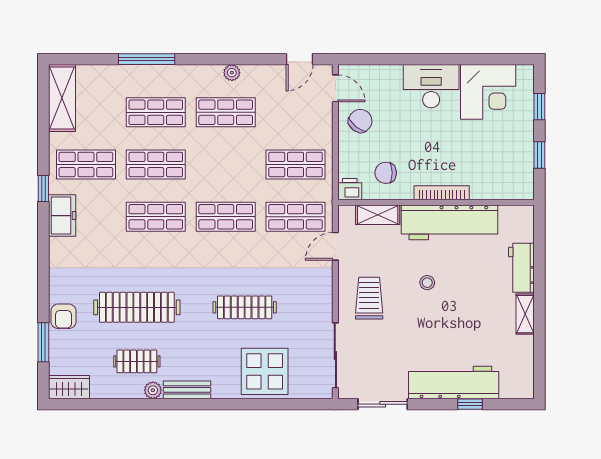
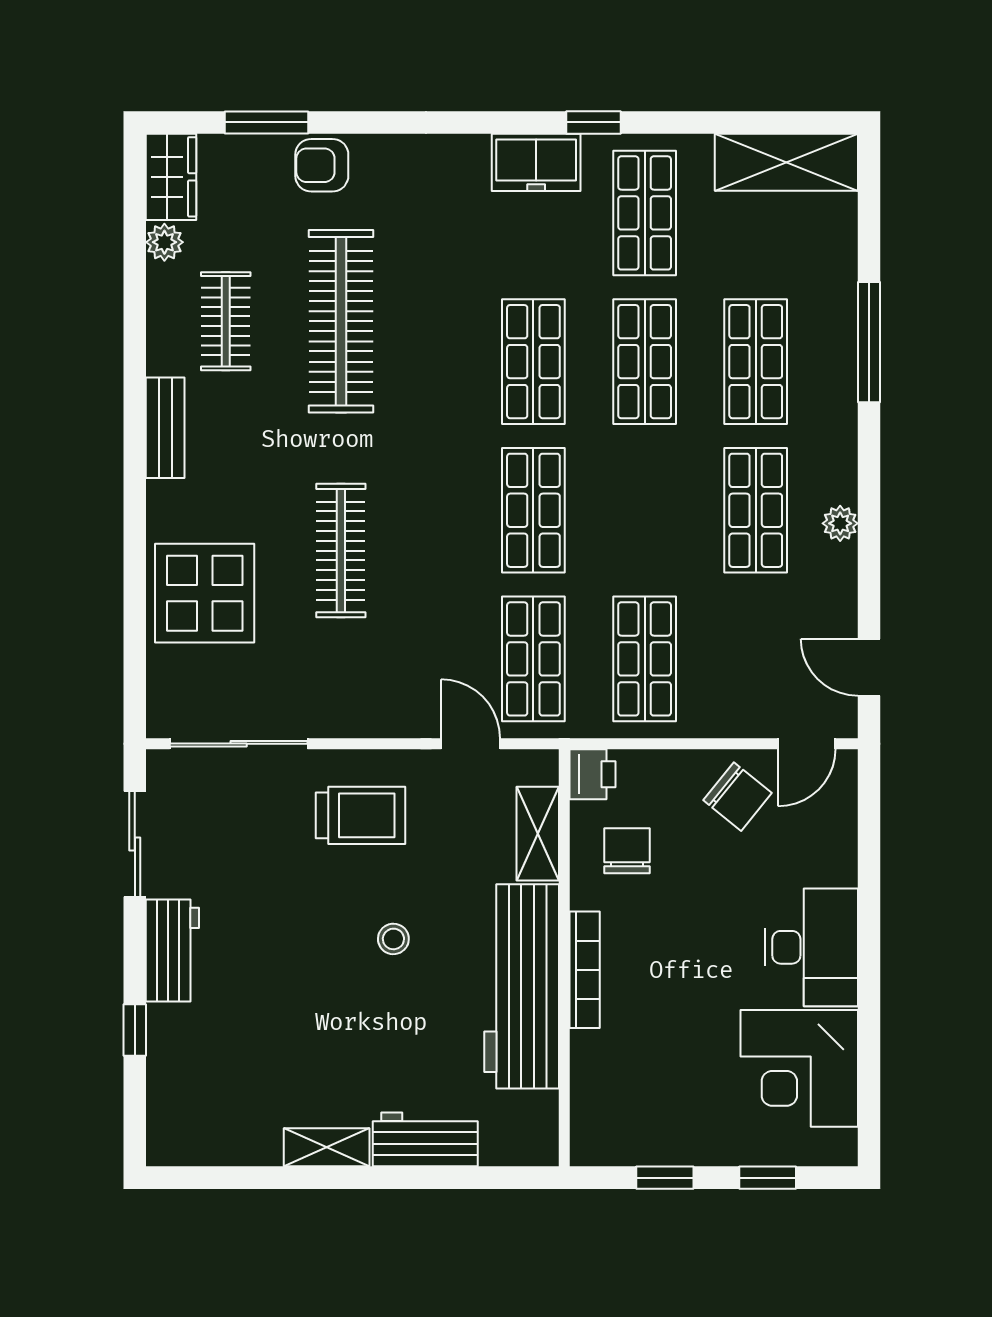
workbench: (454, 383) -> (172, 951), width x0.53, depth x0.76
plant: (153, 390) -> (164, 242), moved

